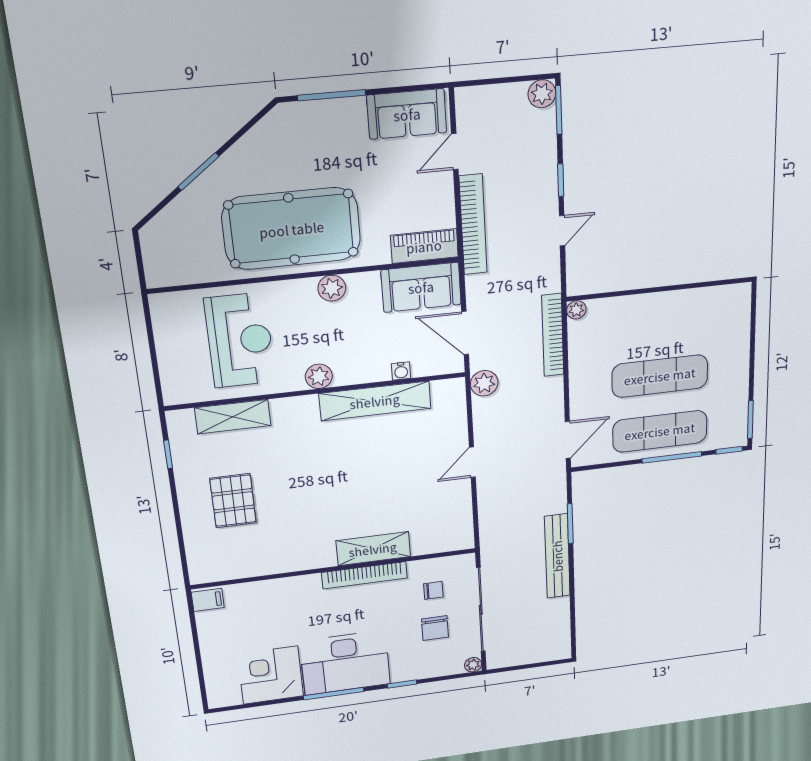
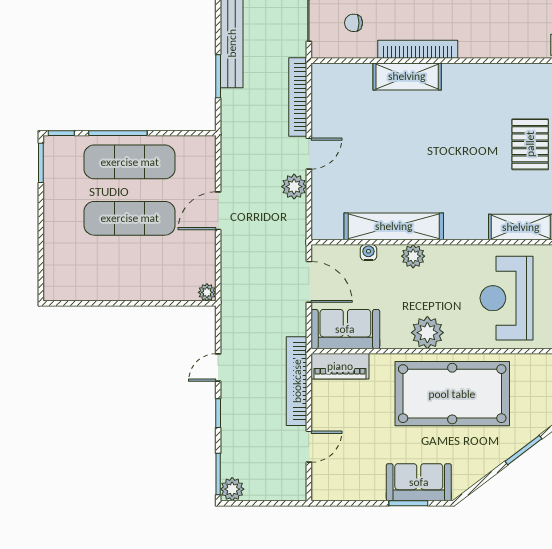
window: (332, 95) -> (408, 503), width x0.69
sofa: (407, 114) -> (419, 482), moved
plant: (332, 288) -> (427, 333), width x1.36, depth x1.36
bookcase: (553, 335) -> (298, 97), moved, turned 180
plant: (319, 376) -> (413, 256), moved
plant: (484, 383) -> (294, 187), moved
door: (568, 440) -> (218, 211), moved

